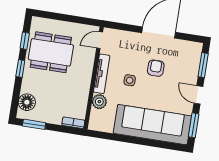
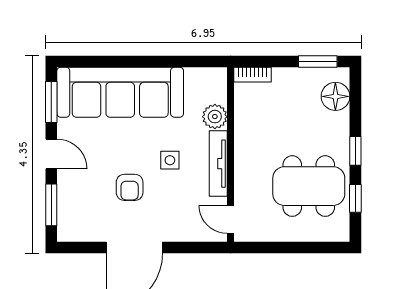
door: (100, 40) -> (231, 219), swing flipped

